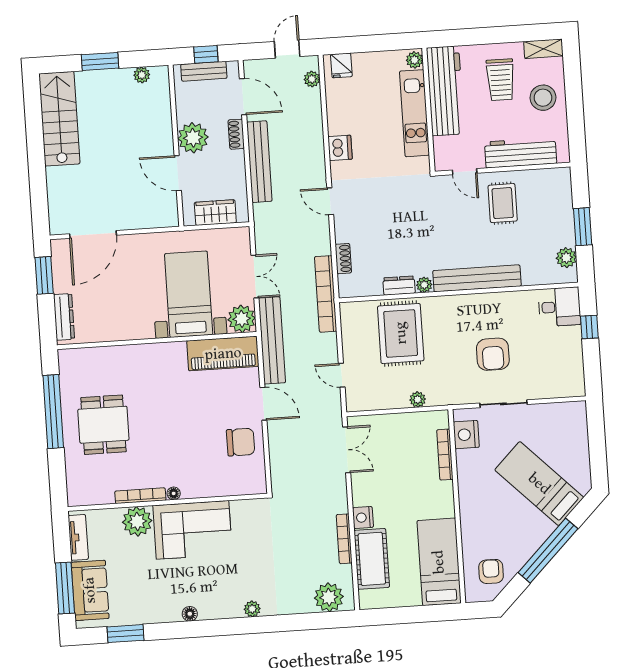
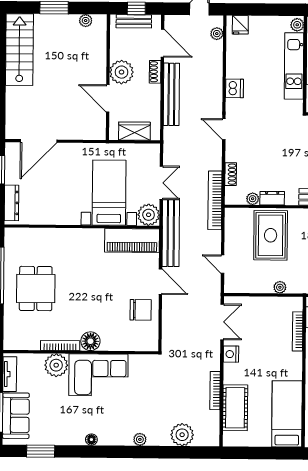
plant: (424, 285) -> (253, 199), moved
floor lamp: (174, 493) -> (90, 341), width x1.89, depth x1.89
nightstand: (363, 518) -> (231, 354), moved
plant: (329, 597) -> (182, 435), moved

